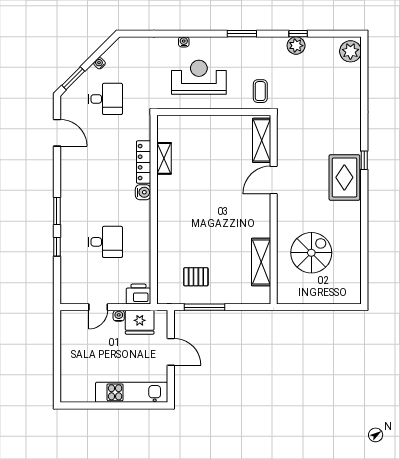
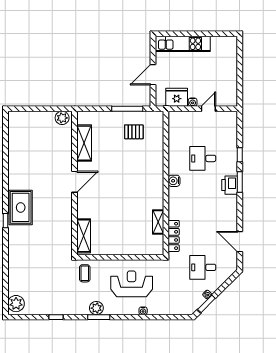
plant: (296, 46) -> (96, 308), moved
reception desk: (199, 77) -> (132, 284), turned 180
window: (73, 78) -> (206, 304), moved
locker: (144, 162) -> (174, 236), moved
door: (274, 180) -> (75, 182), moved
water cooler: (143, 192) -> (174, 181), moved
spiral stairs: (311, 253) -> (46, 150), removed
printer: (139, 294) -> (230, 185), moved, turned 90
plant: (290, 295) -> (62, 118), added
door: (171, 352) -> (153, 75), hinge flipped

